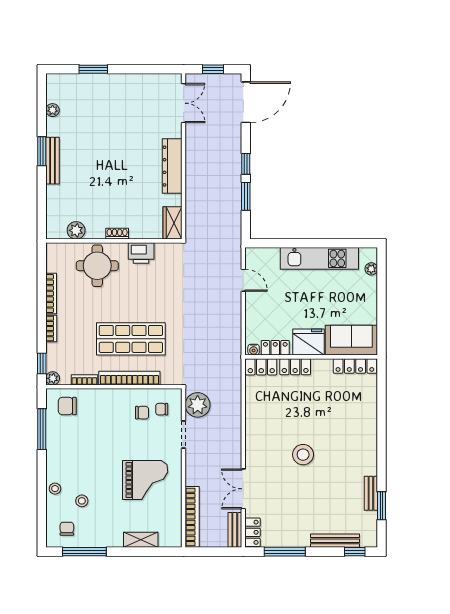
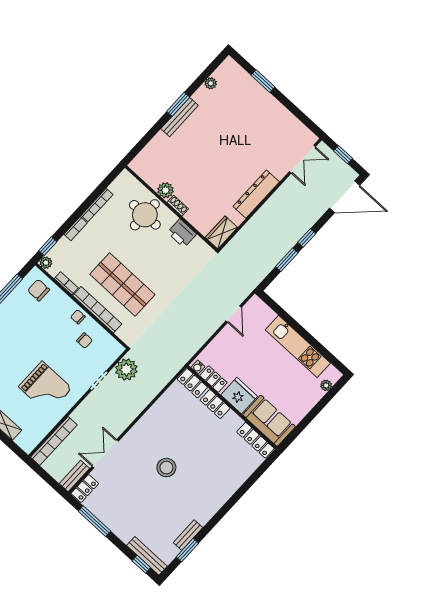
plant: (76, 230) -> (166, 190), moved
chair: (162, 409) -> (78, 317), moved
bench: (335, 541) -> (147, 556), moved

